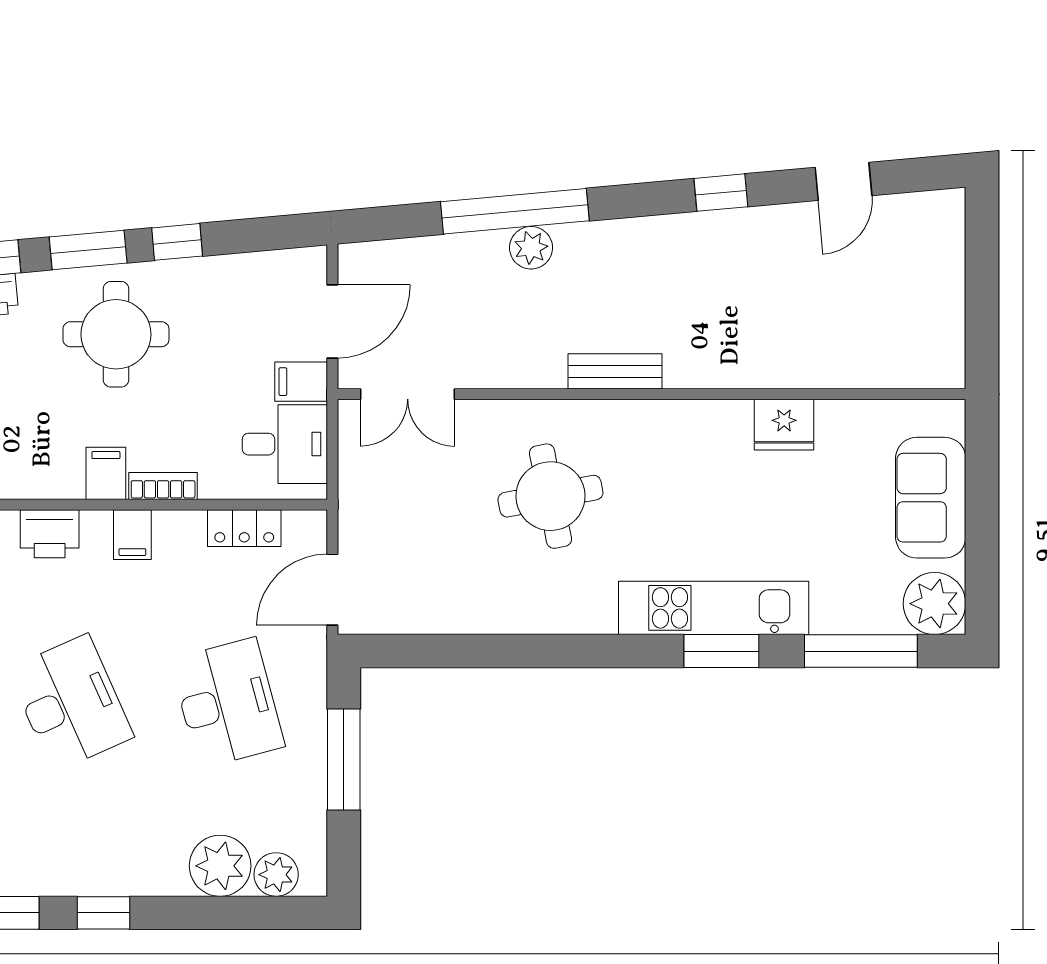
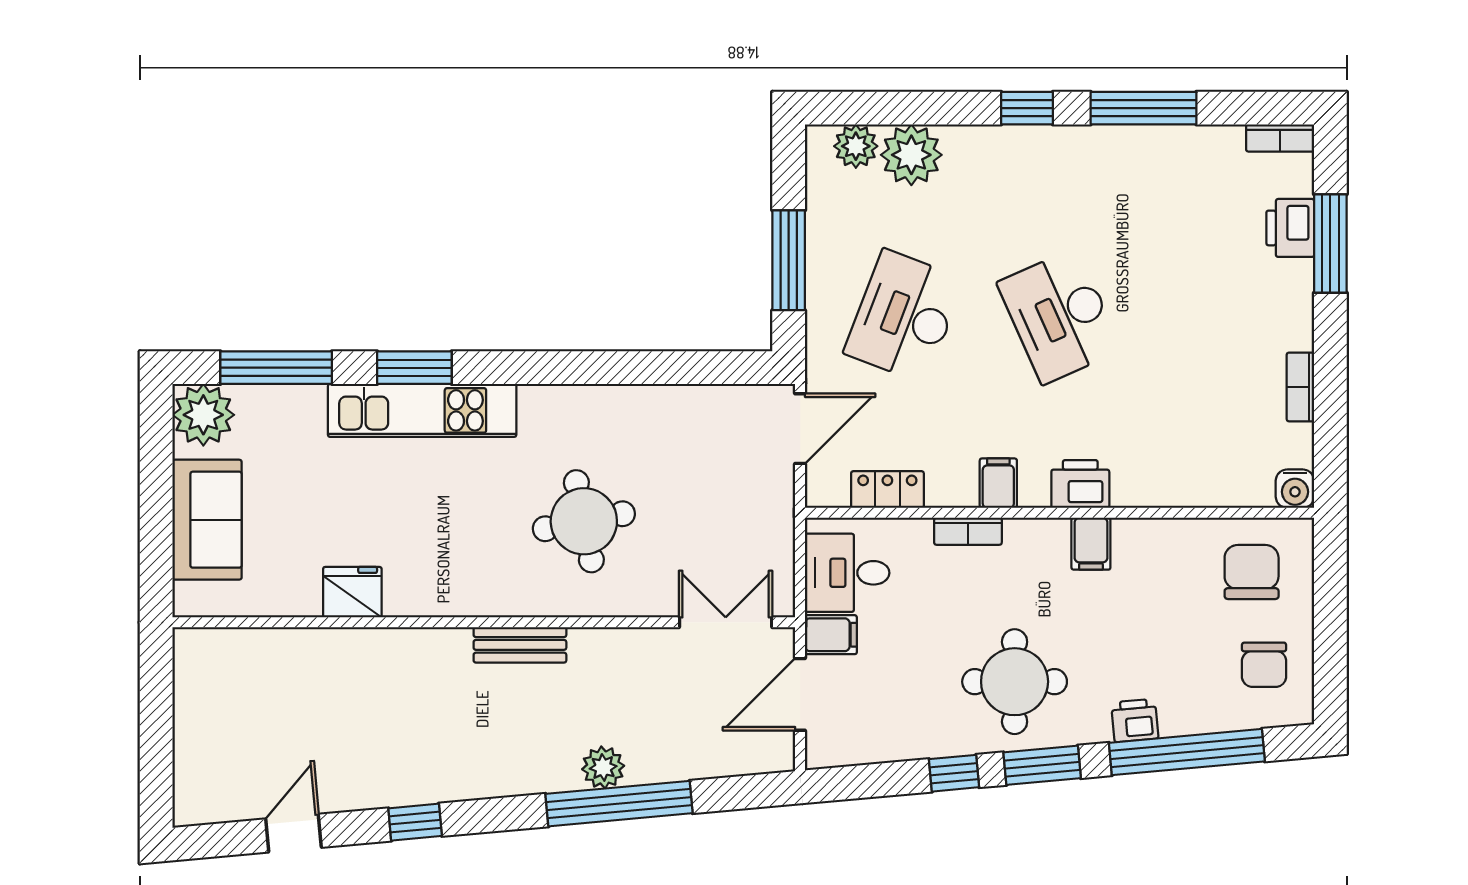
filing cabinet: (106, 473) -> (1091, 544), moved
desk: (227, 703) -> (904, 316), turned 36

